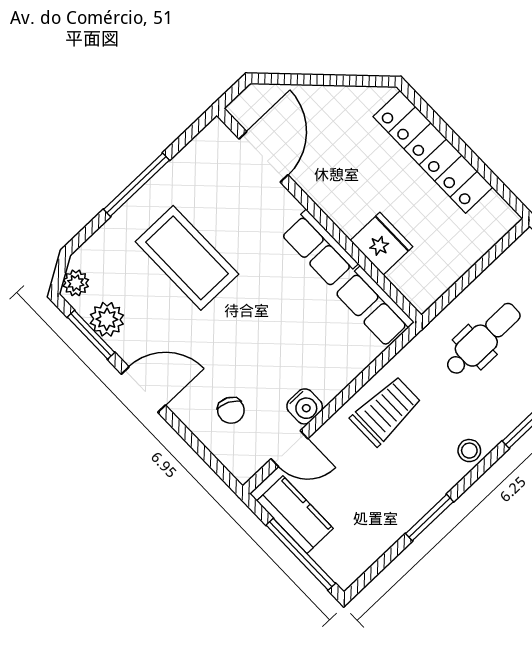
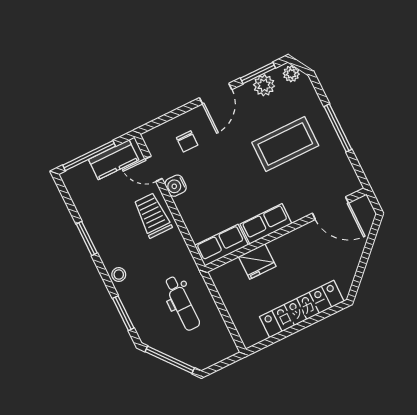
chair: (231, 410) -> (187, 141), turned -116
trolley: (386, 411) -> (153, 215), moved, turned 180
door: (289, 449) -> (154, 169), hinge flipped

